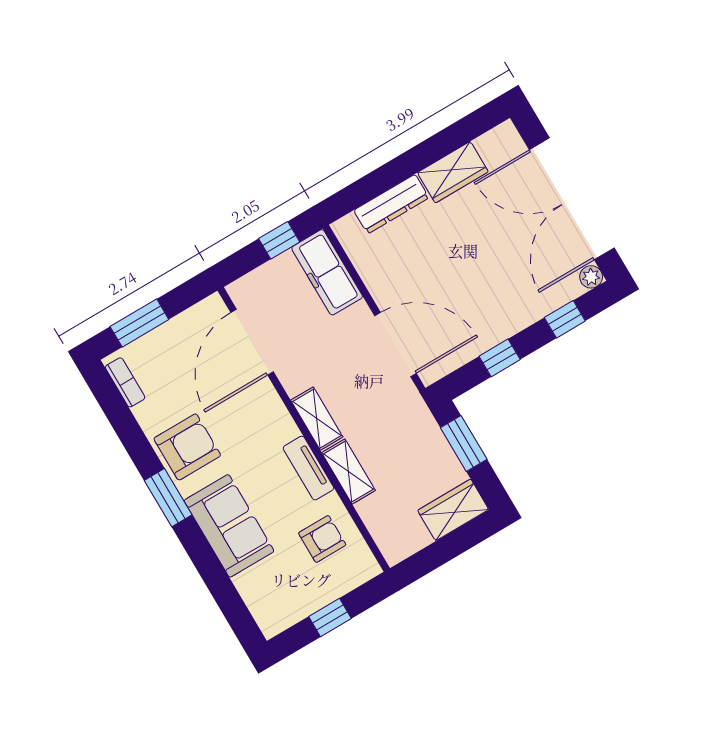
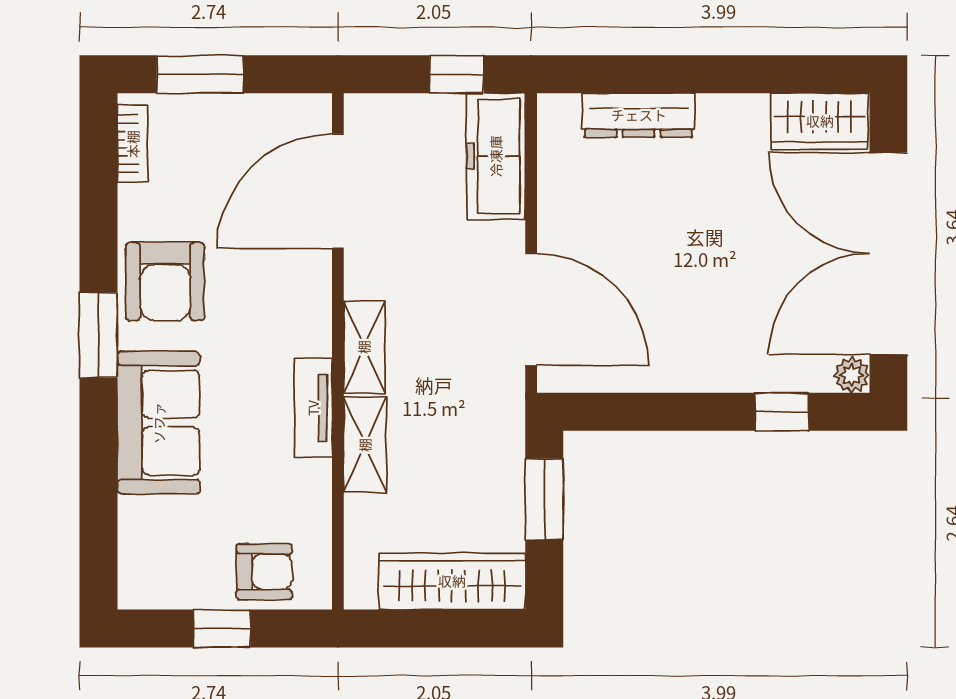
wardrobe: (453, 172) -> (820, 121), moved
window: (500, 358) -> (662, 412), removed
armchair: (187, 447) -> (165, 282), turned 90
wardrobe: (453, 510) -> (452, 581), width x1.50
armchair: (322, 539) -> (264, 572), moved

